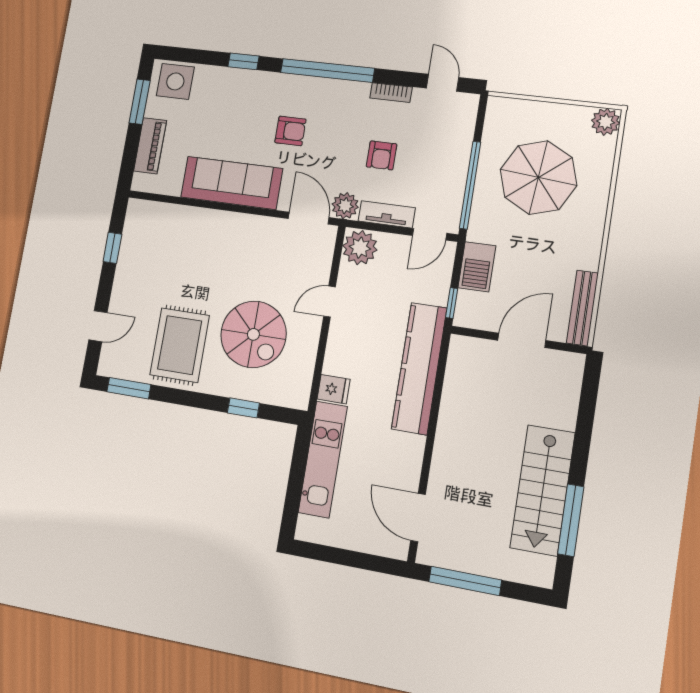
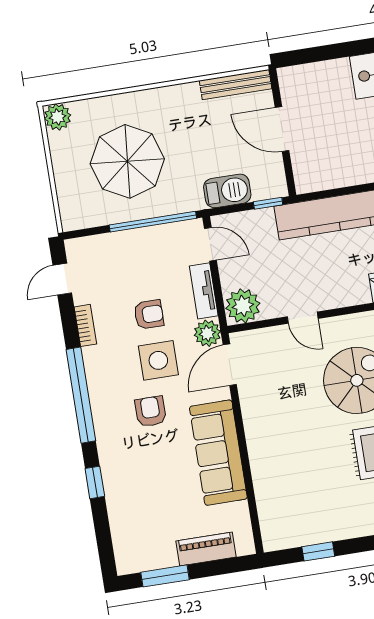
side table: (175, 81) -> (158, 360), moved

